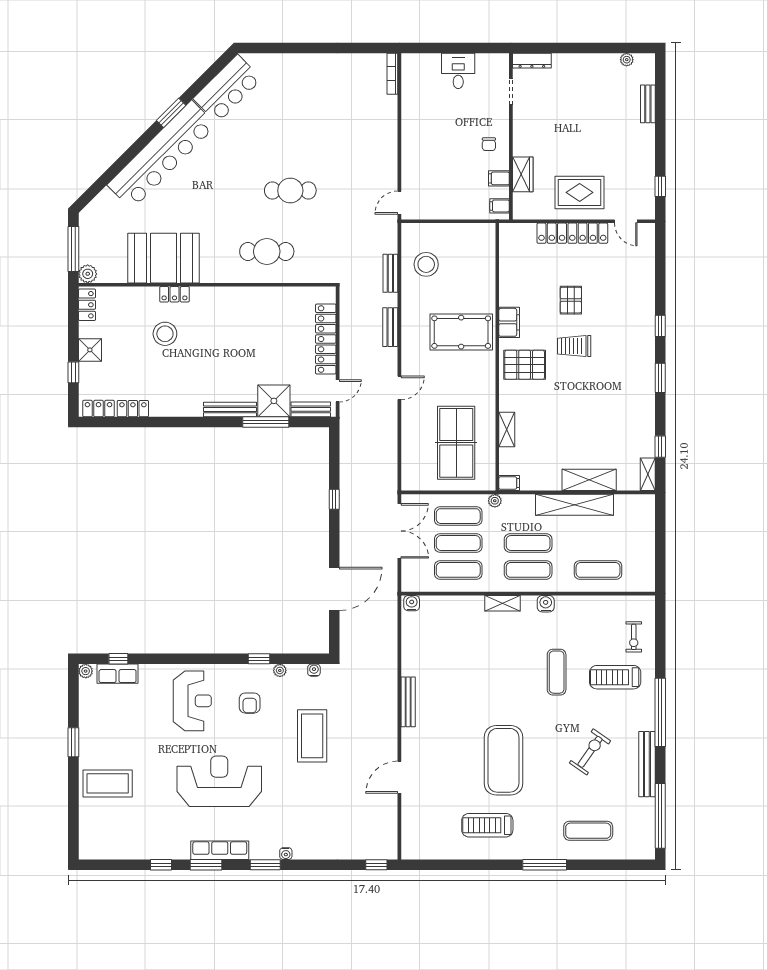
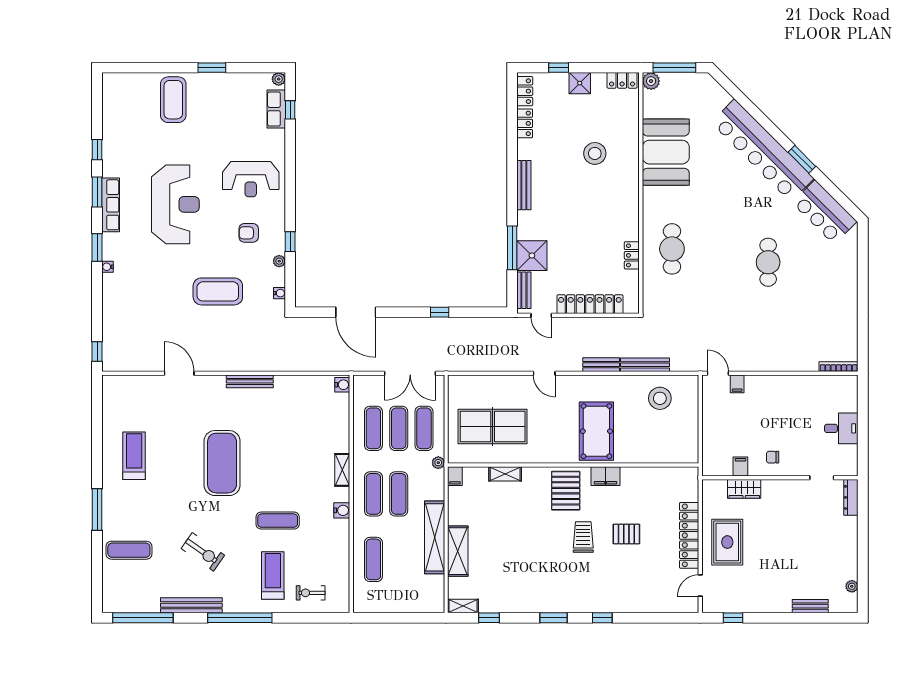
cafe table: (290, 191) -> (768, 262), moved
filing cabinet: (500, 206) -> (737, 384), moved, turned 180
bench: (390, 273) -> (645, 365), width x1.36
locker: (174, 294) -> (632, 255), moved
bench: (230, 409) -> (524, 185), moved
exercise mat: (503, 760) -> (222, 463), moved, turned 90
exercise mat: (588, 831) -> (129, 550), turned 90

